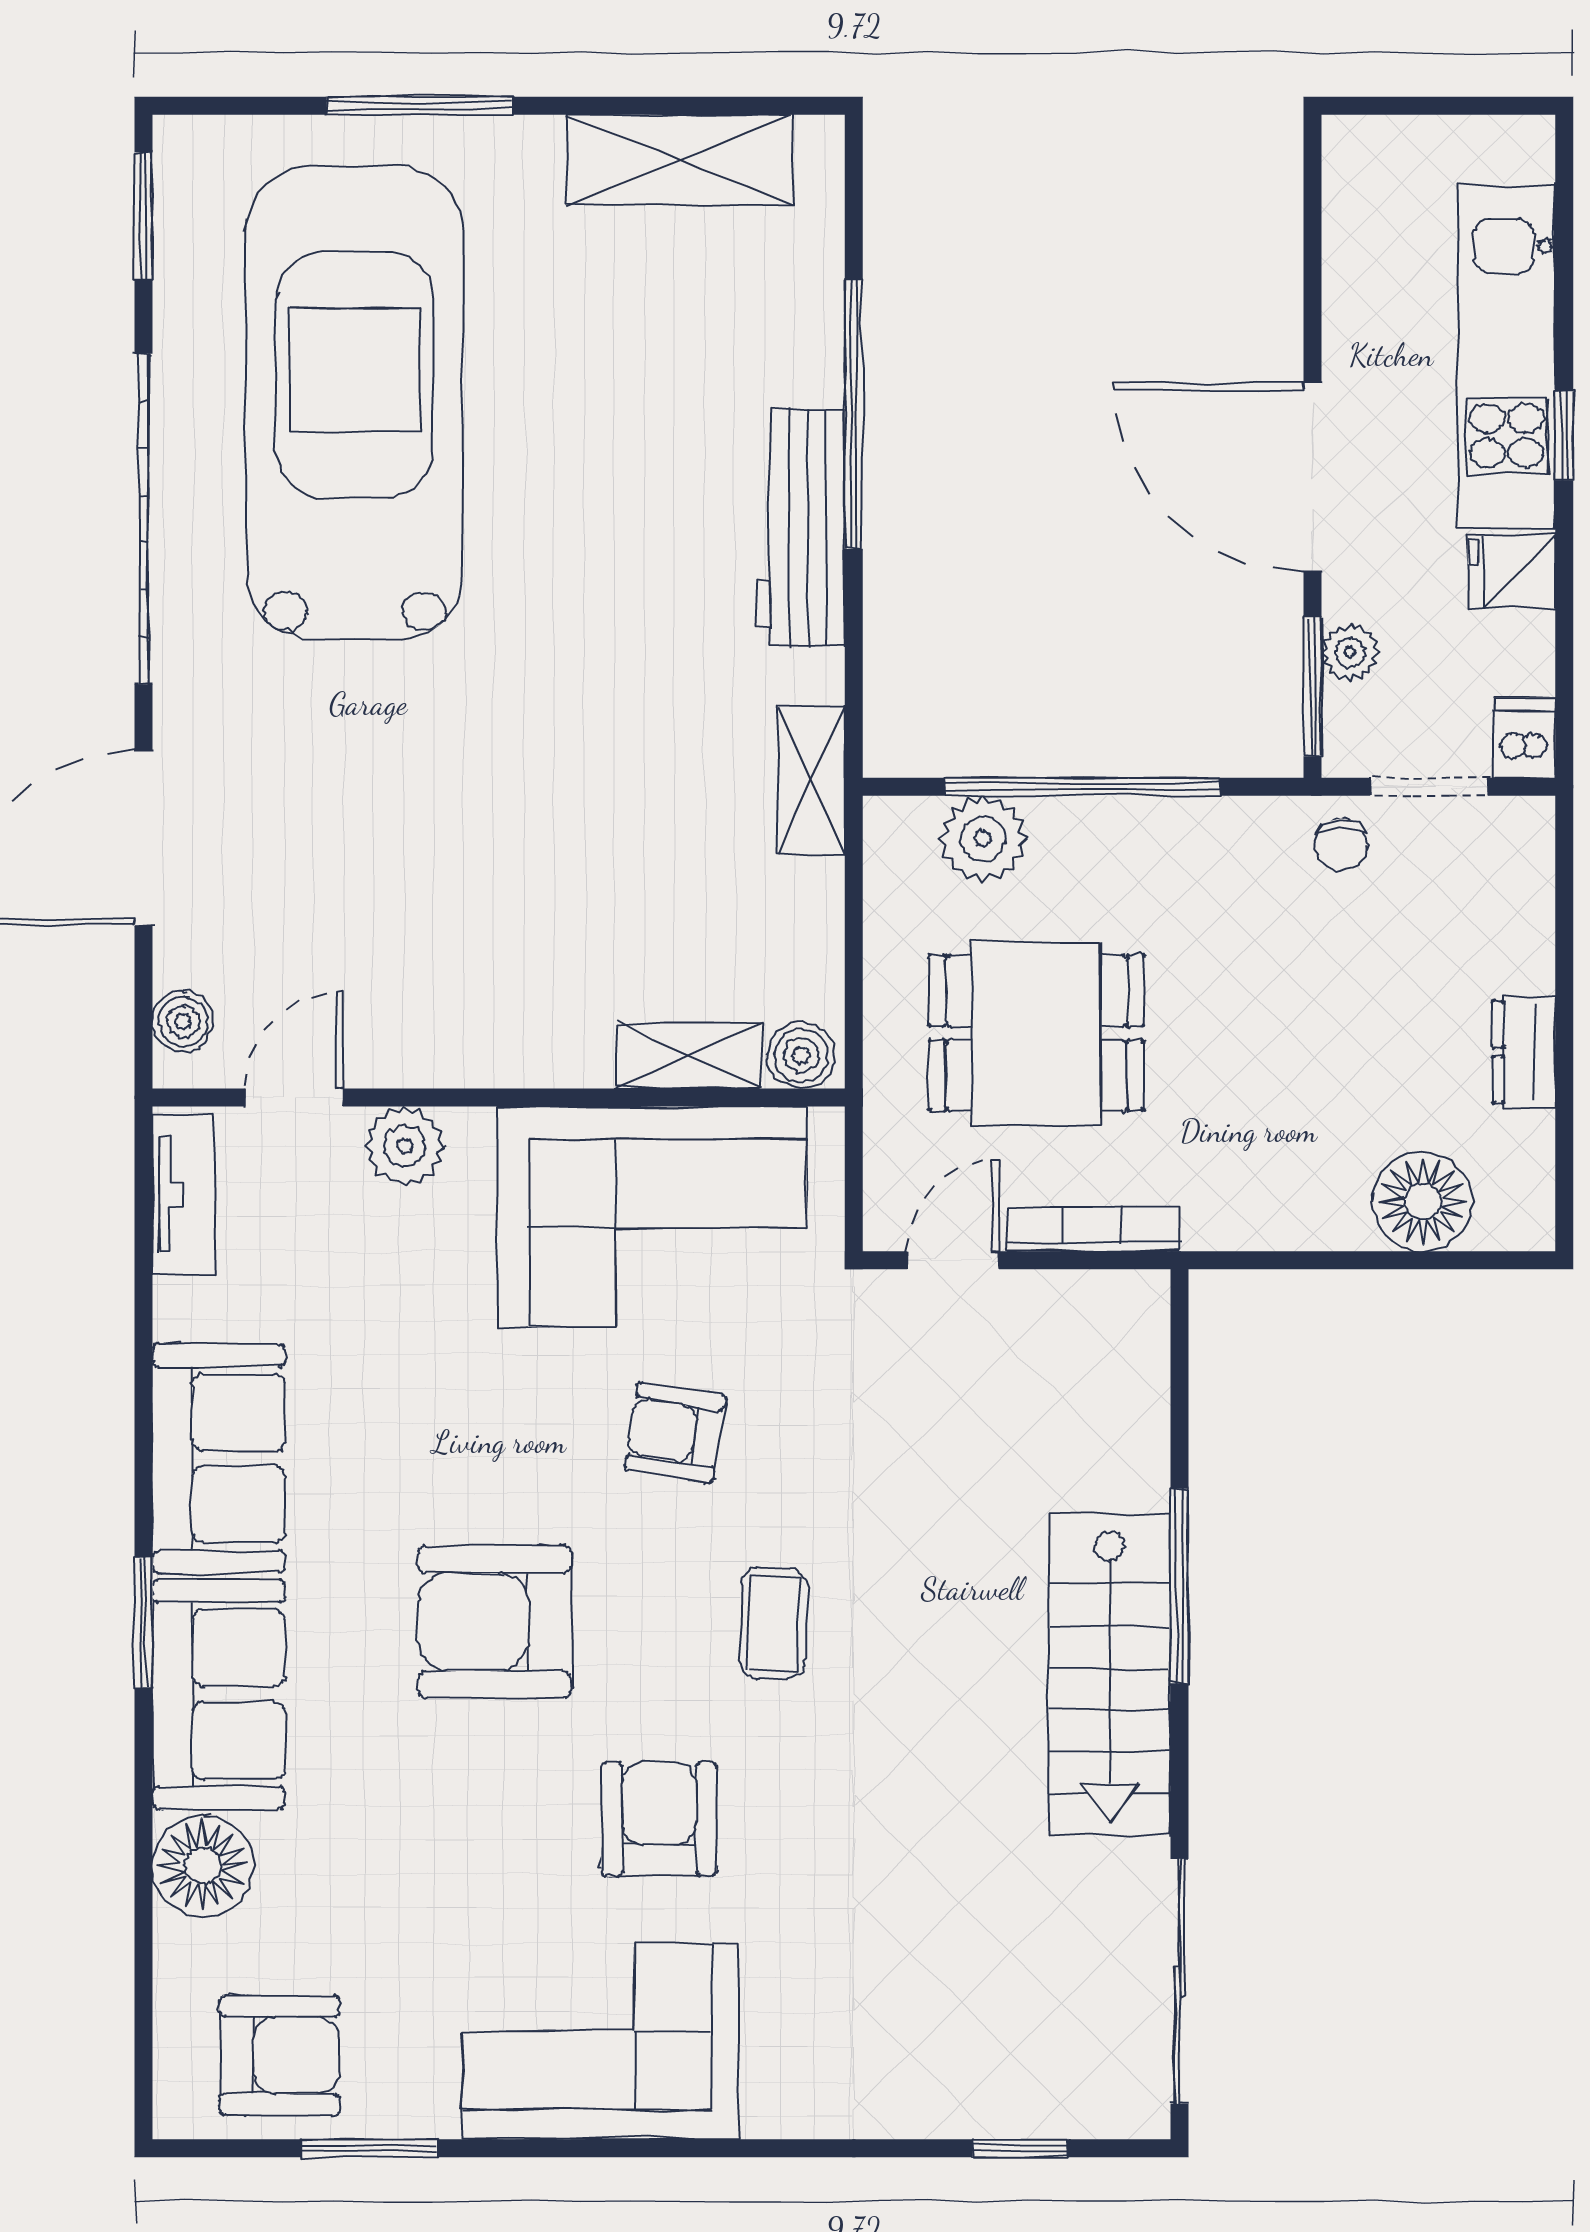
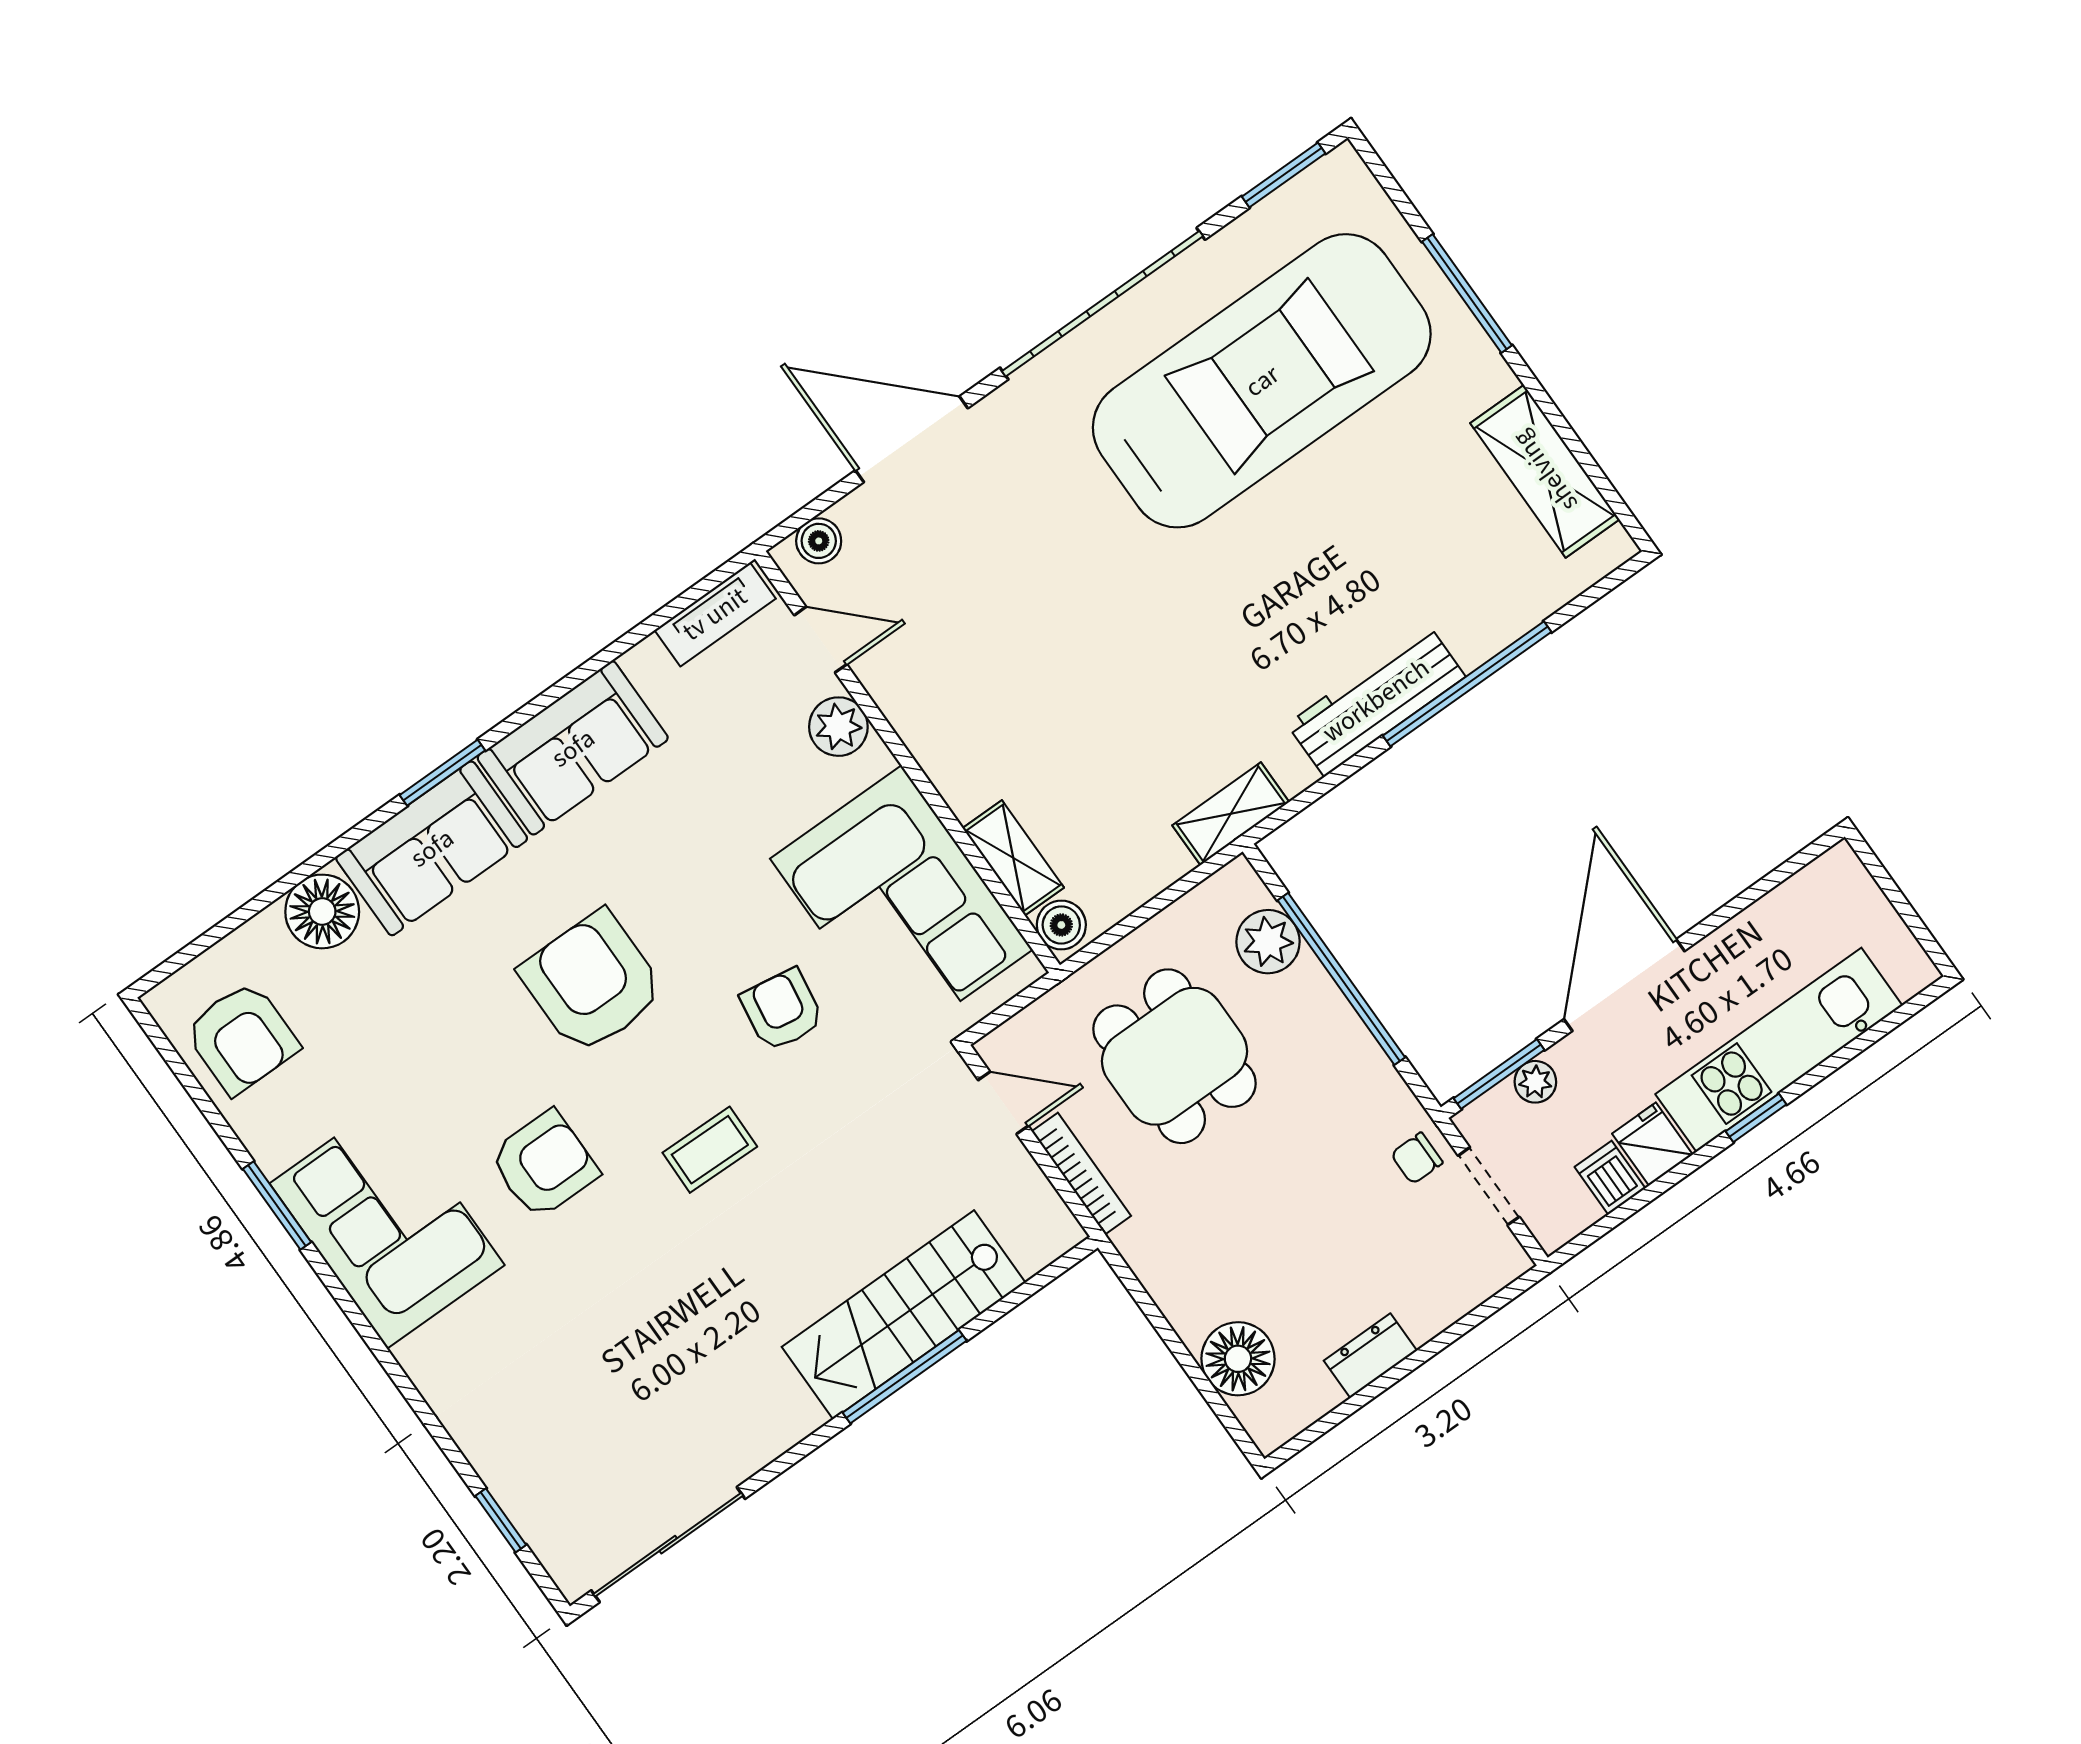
dishwasher: (1524, 738) -> (1610, 1178), moved, turned -90
stairs: (1110, 1675) -> (904, 1315), moved
window: (369, 2148) -> (277, 1206), moved

